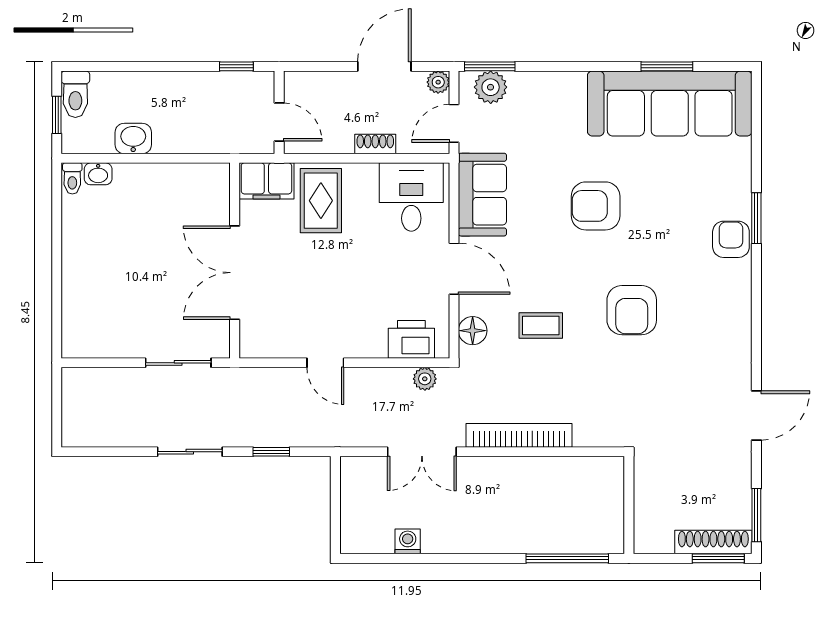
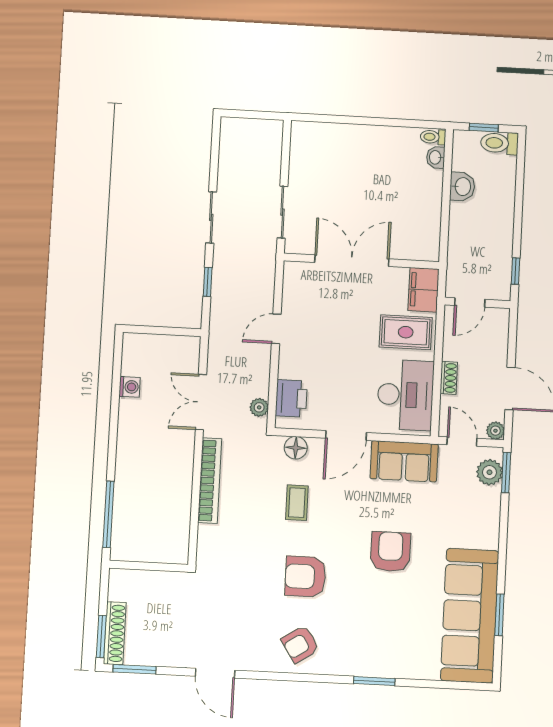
desk: (411, 197) -> (405, 395), width x1.37
armchair: (731, 239) -> (300, 644), moved, turned 147

